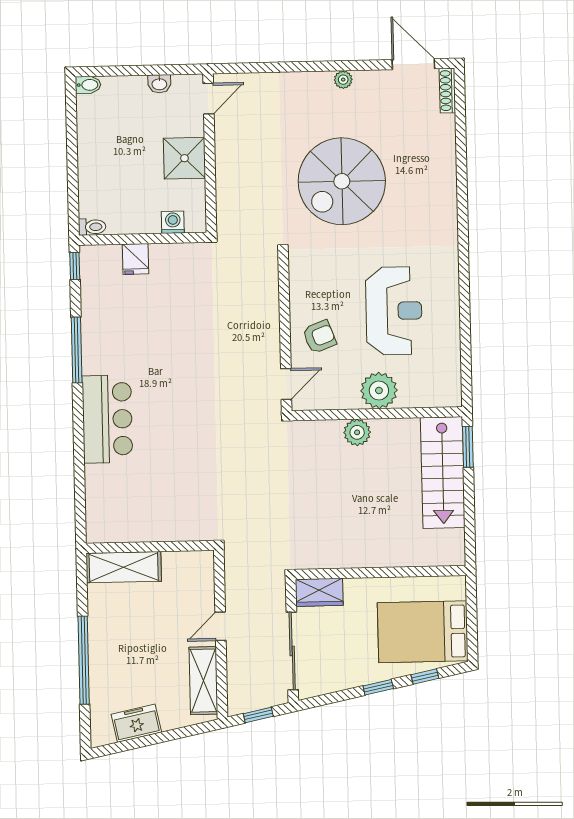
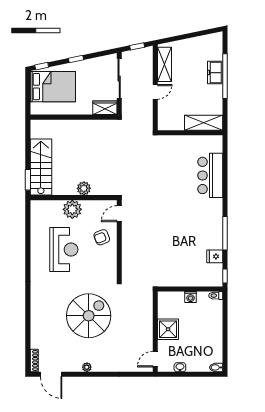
washing machine: (173, 222) -> (191, 297), moved
fridge: (135, 259) -> (215, 256), moved, turned -90
reception desk: (394, 311) -> (64, 250), turned 180
bar counter: (107, 419) -> (210, 175), moved
window: (425, 677) -> (42, 66), moved
freezer: (136, 723) -> (215, 73), moved, turned 102

